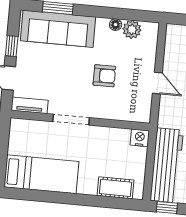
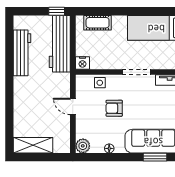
plant: (132, 29) -> (83, 146), moved
side table: (120, 110) -> (100, 83), added

